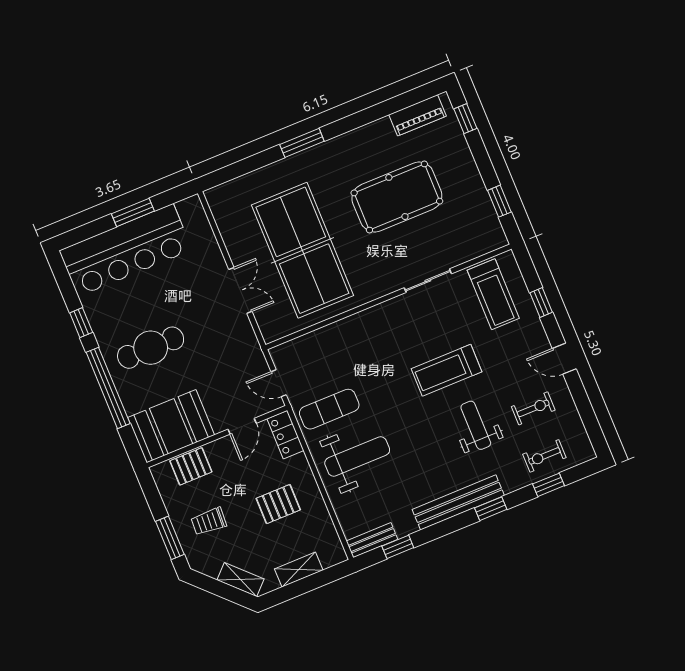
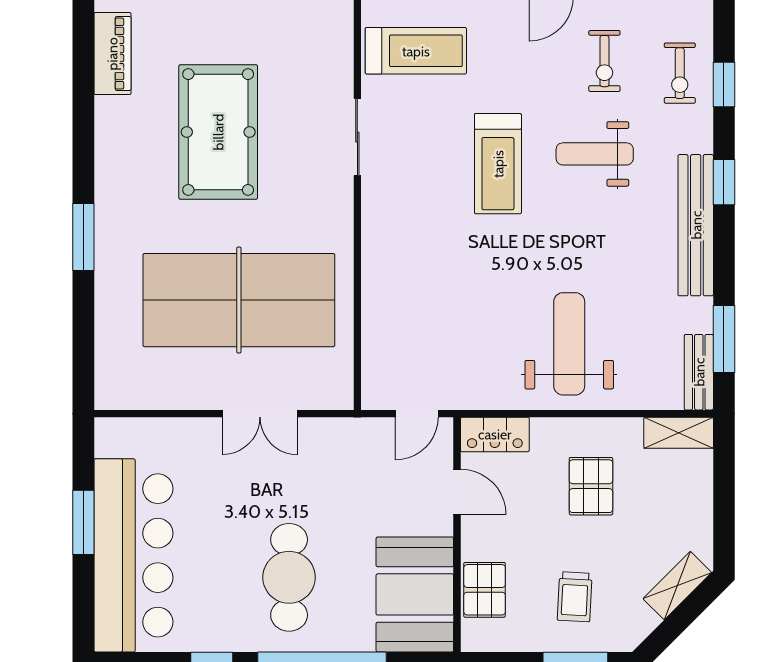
double door: (240, 290) -> (260, 414), swing flipped
exercise bike: (533, 408) -> (604, 61), turned 180
exercise mat: (329, 409) -> (484, 356), removed
window: (398, 547) -> (724, 339), width x1.50
shelving: (299, 570) -> (679, 433), moved, turned 90

